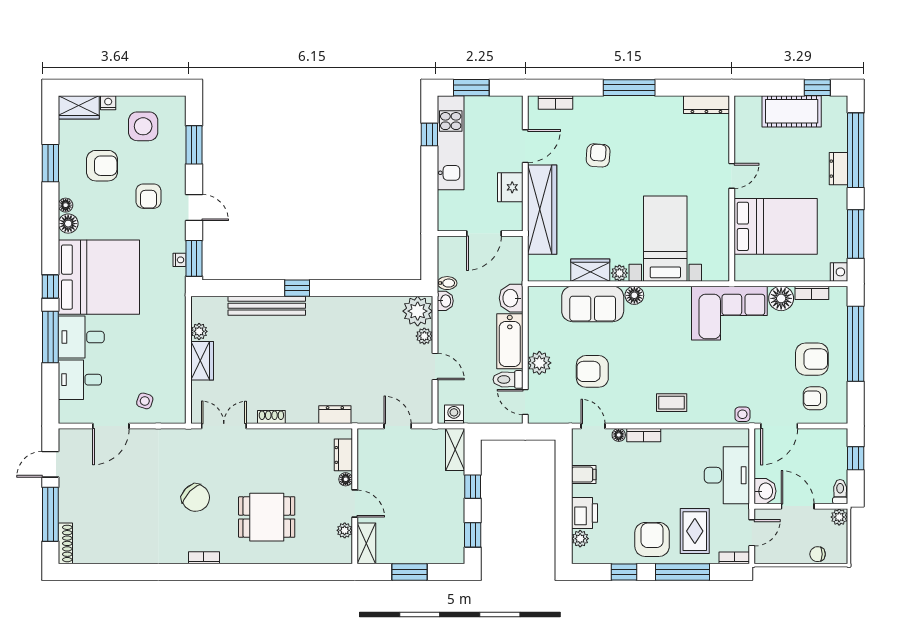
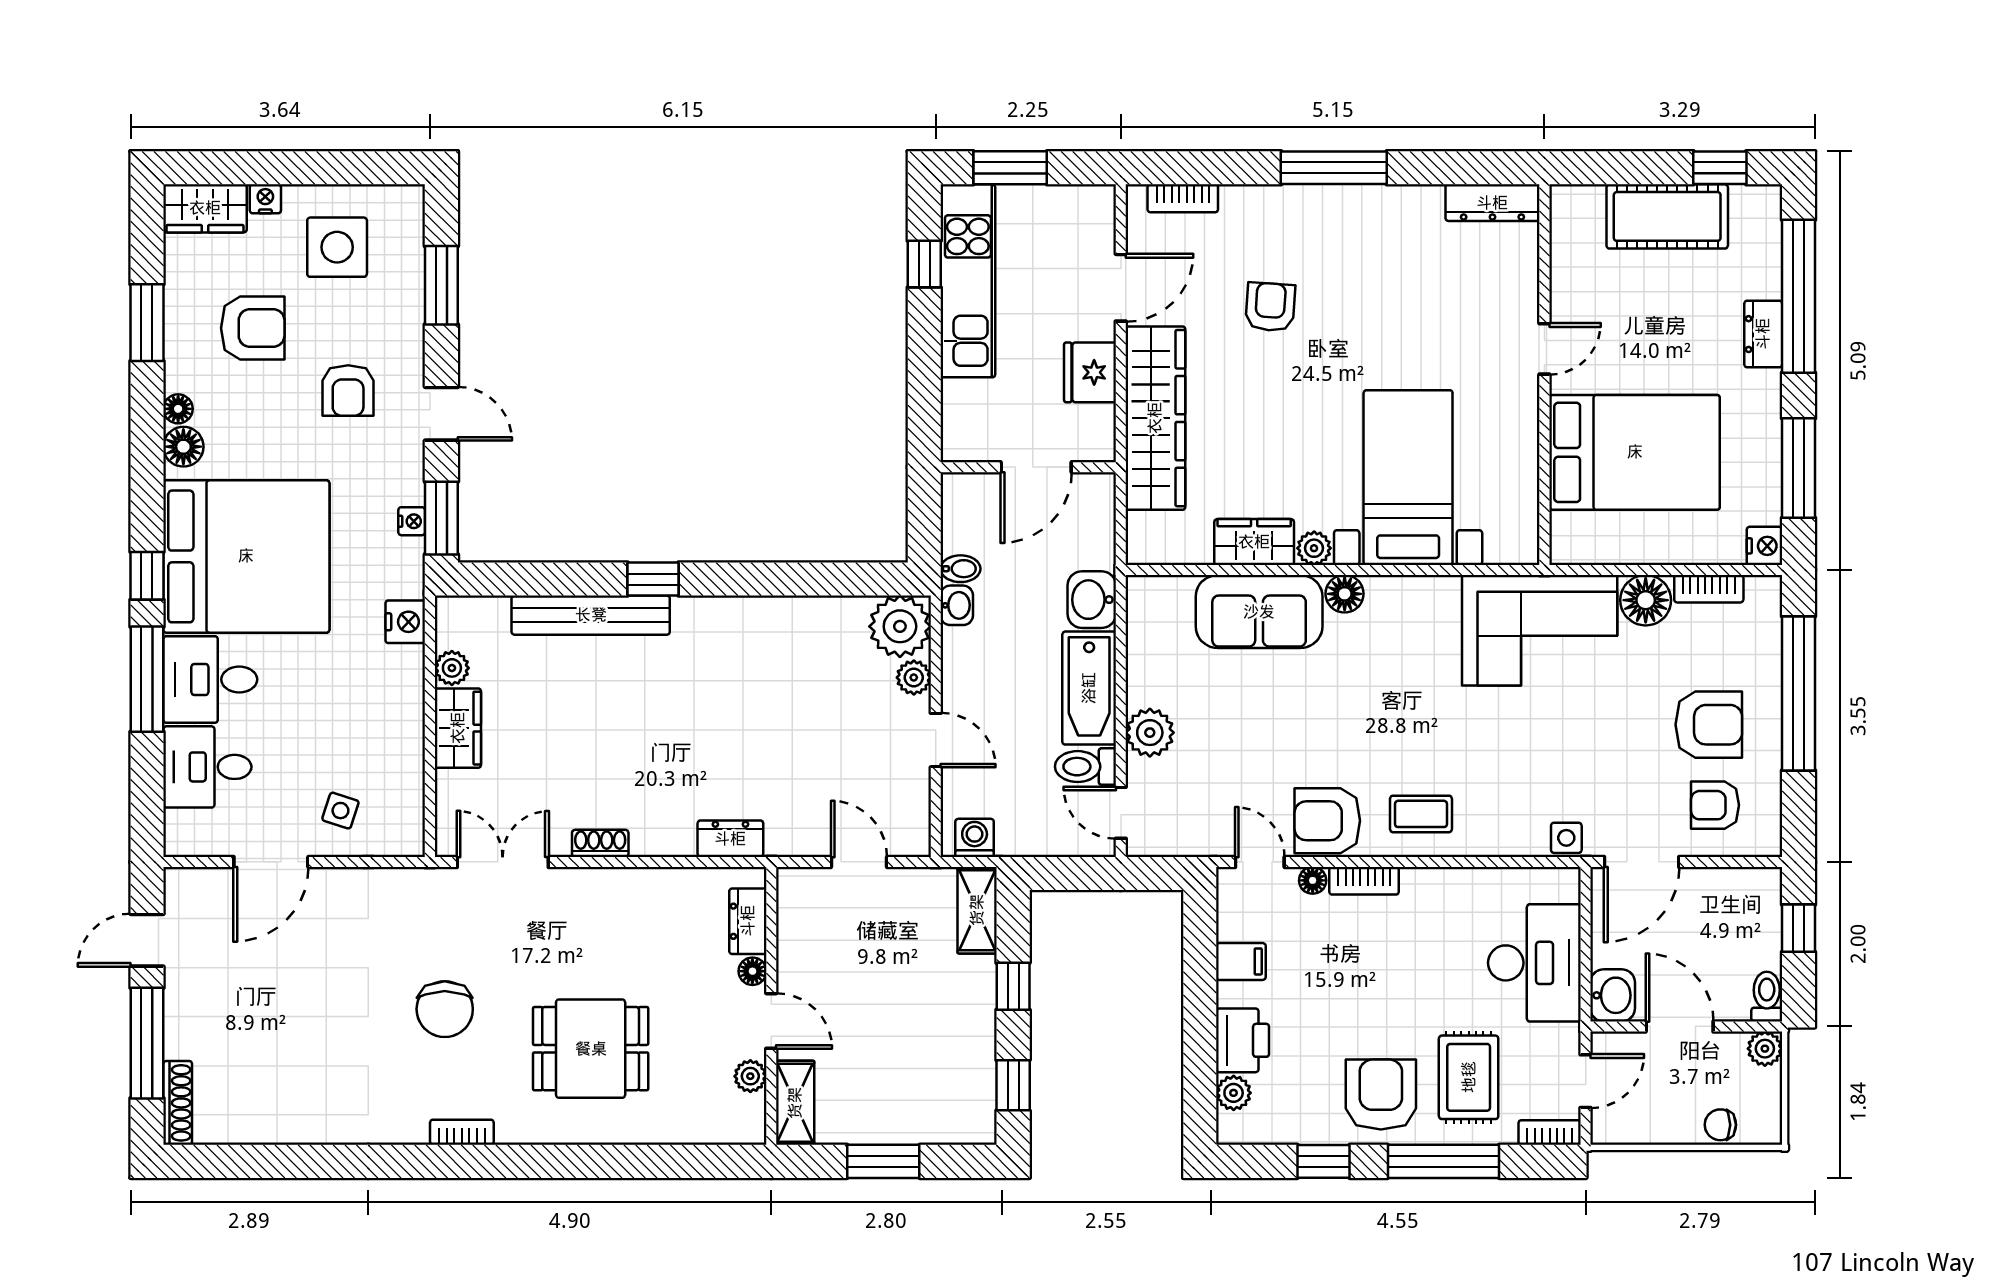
nightstand: (176, 309) -> (405, 622), added
armchair: (592, 371) -> (1327, 821), moved
chair: (196, 498) -> (445, 1009), turned 46

